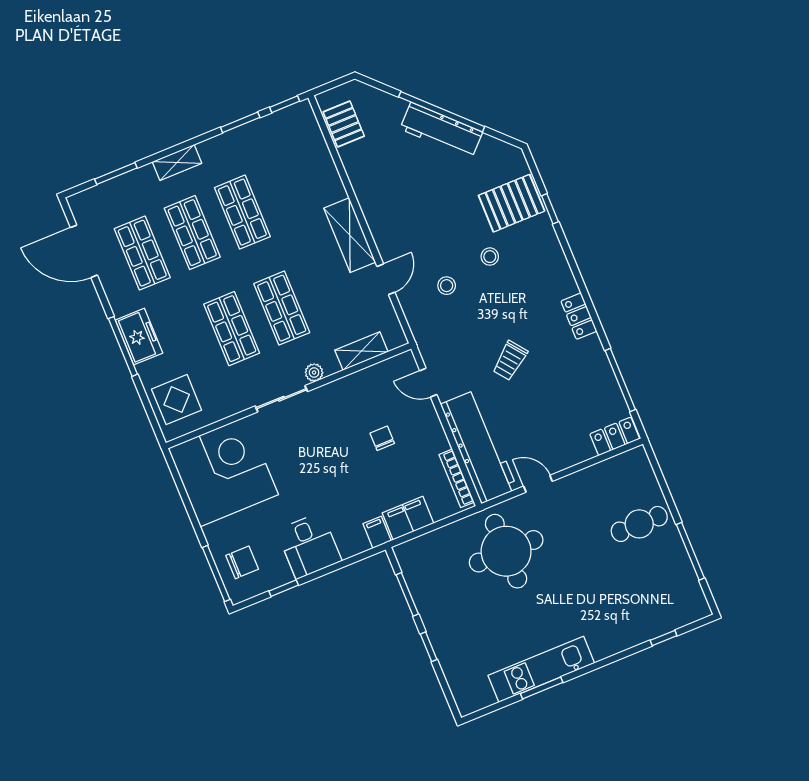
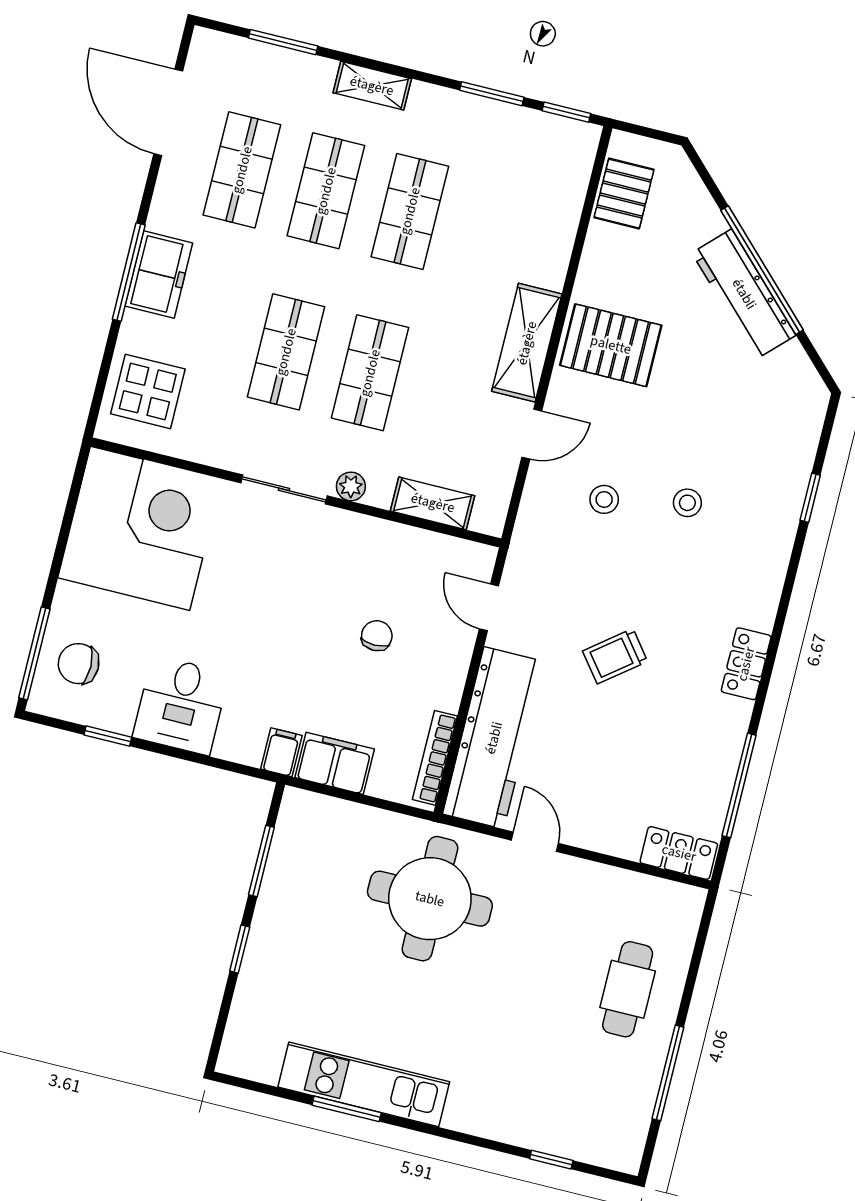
pallet: (512, 203) -> (611, 345), moved
cafe table: (639, 524) -> (628, 989), turned 90
chair: (242, 562) -> (79, 664), turned 180

